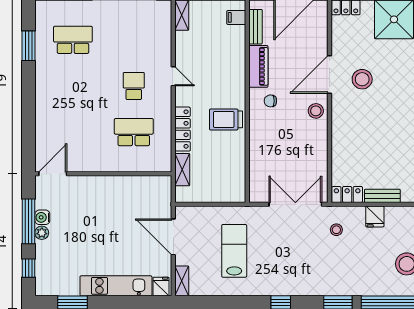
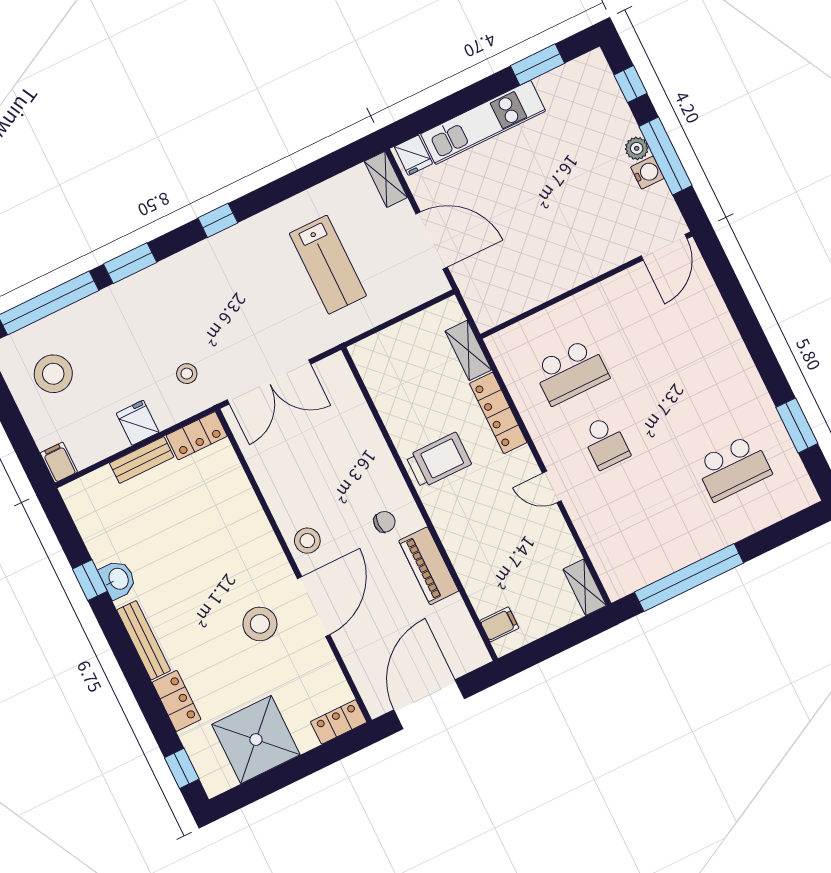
bench: (256, 27) -> (463, 625), removed

